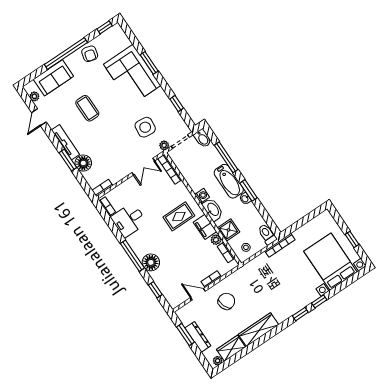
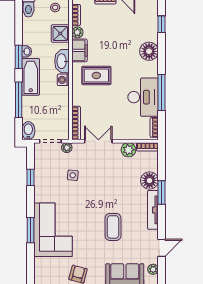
side table: (145, 127) -> (73, 175), width x0.54, depth x0.54
plant: (115, 176) -> (128, 150), added
desk: (129, 220) -> (143, 97), width x1.37
window: (132, 256) -> (162, 92), moved

